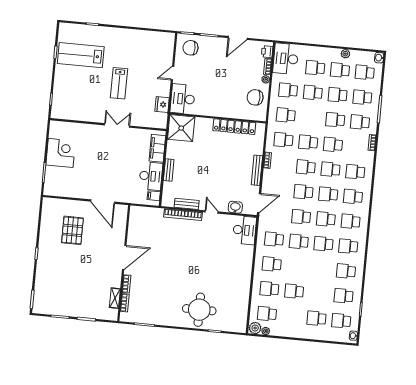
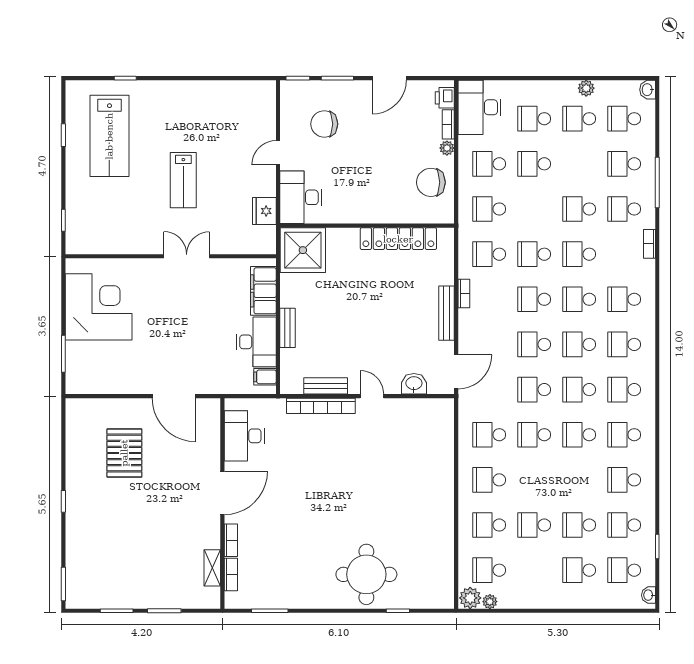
chair: (191, 48) -> (324, 124), moved
lab bench: (81, 55) -> (109, 136), turned -90
school desk: (338, 95) -> (579, 525), moved
corner desk: (61, 153) -> (99, 307), width x1.36, depth x1.36
desk: (244, 230) -> (244, 436), moved, turned 180

